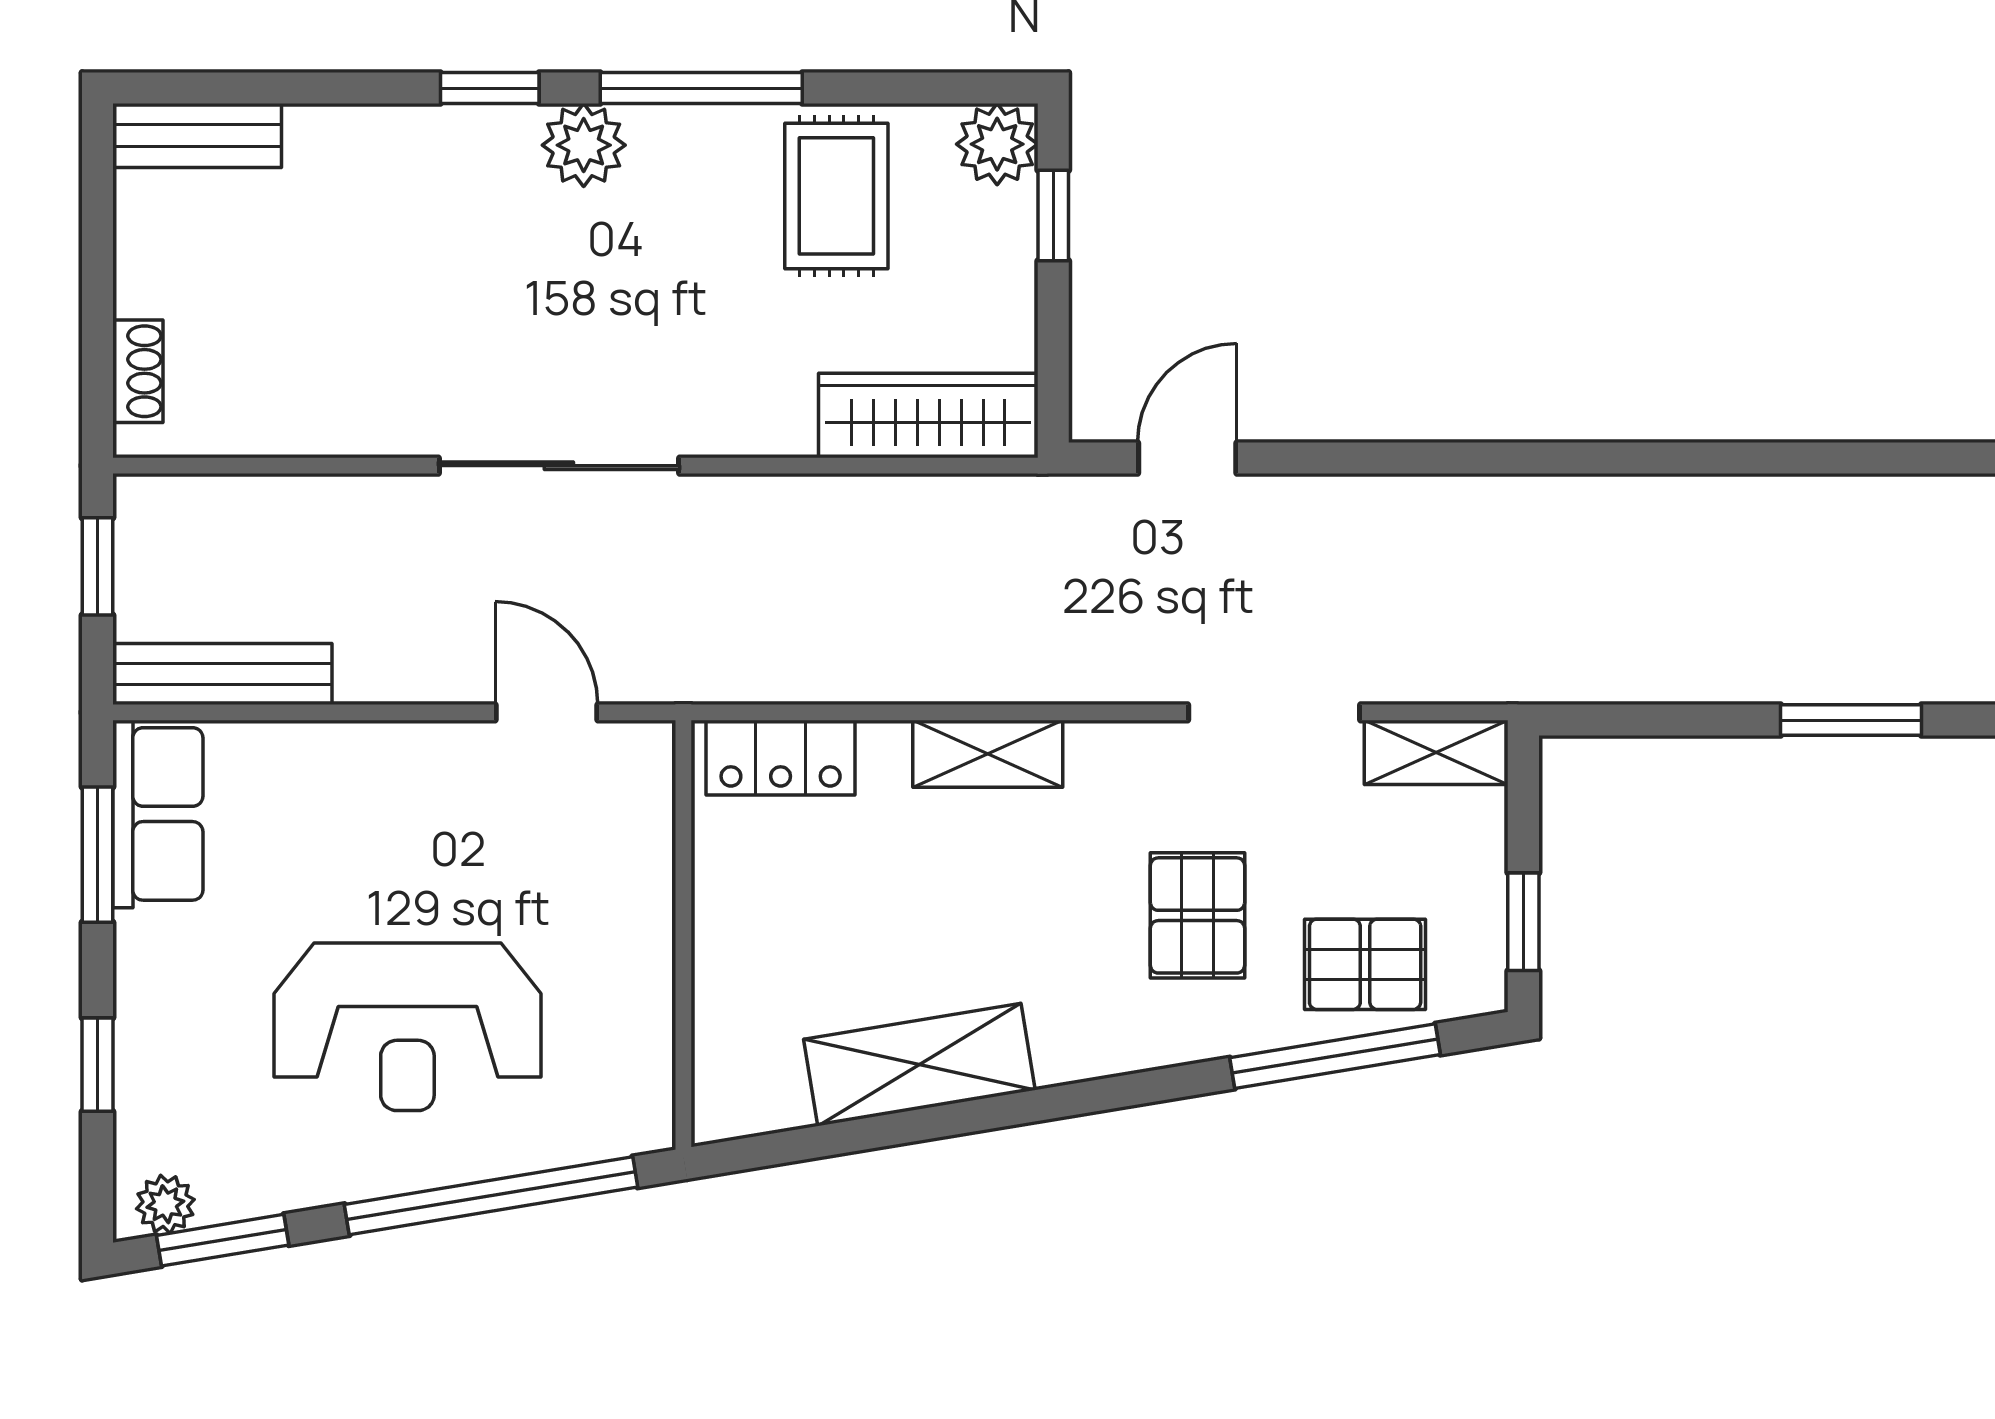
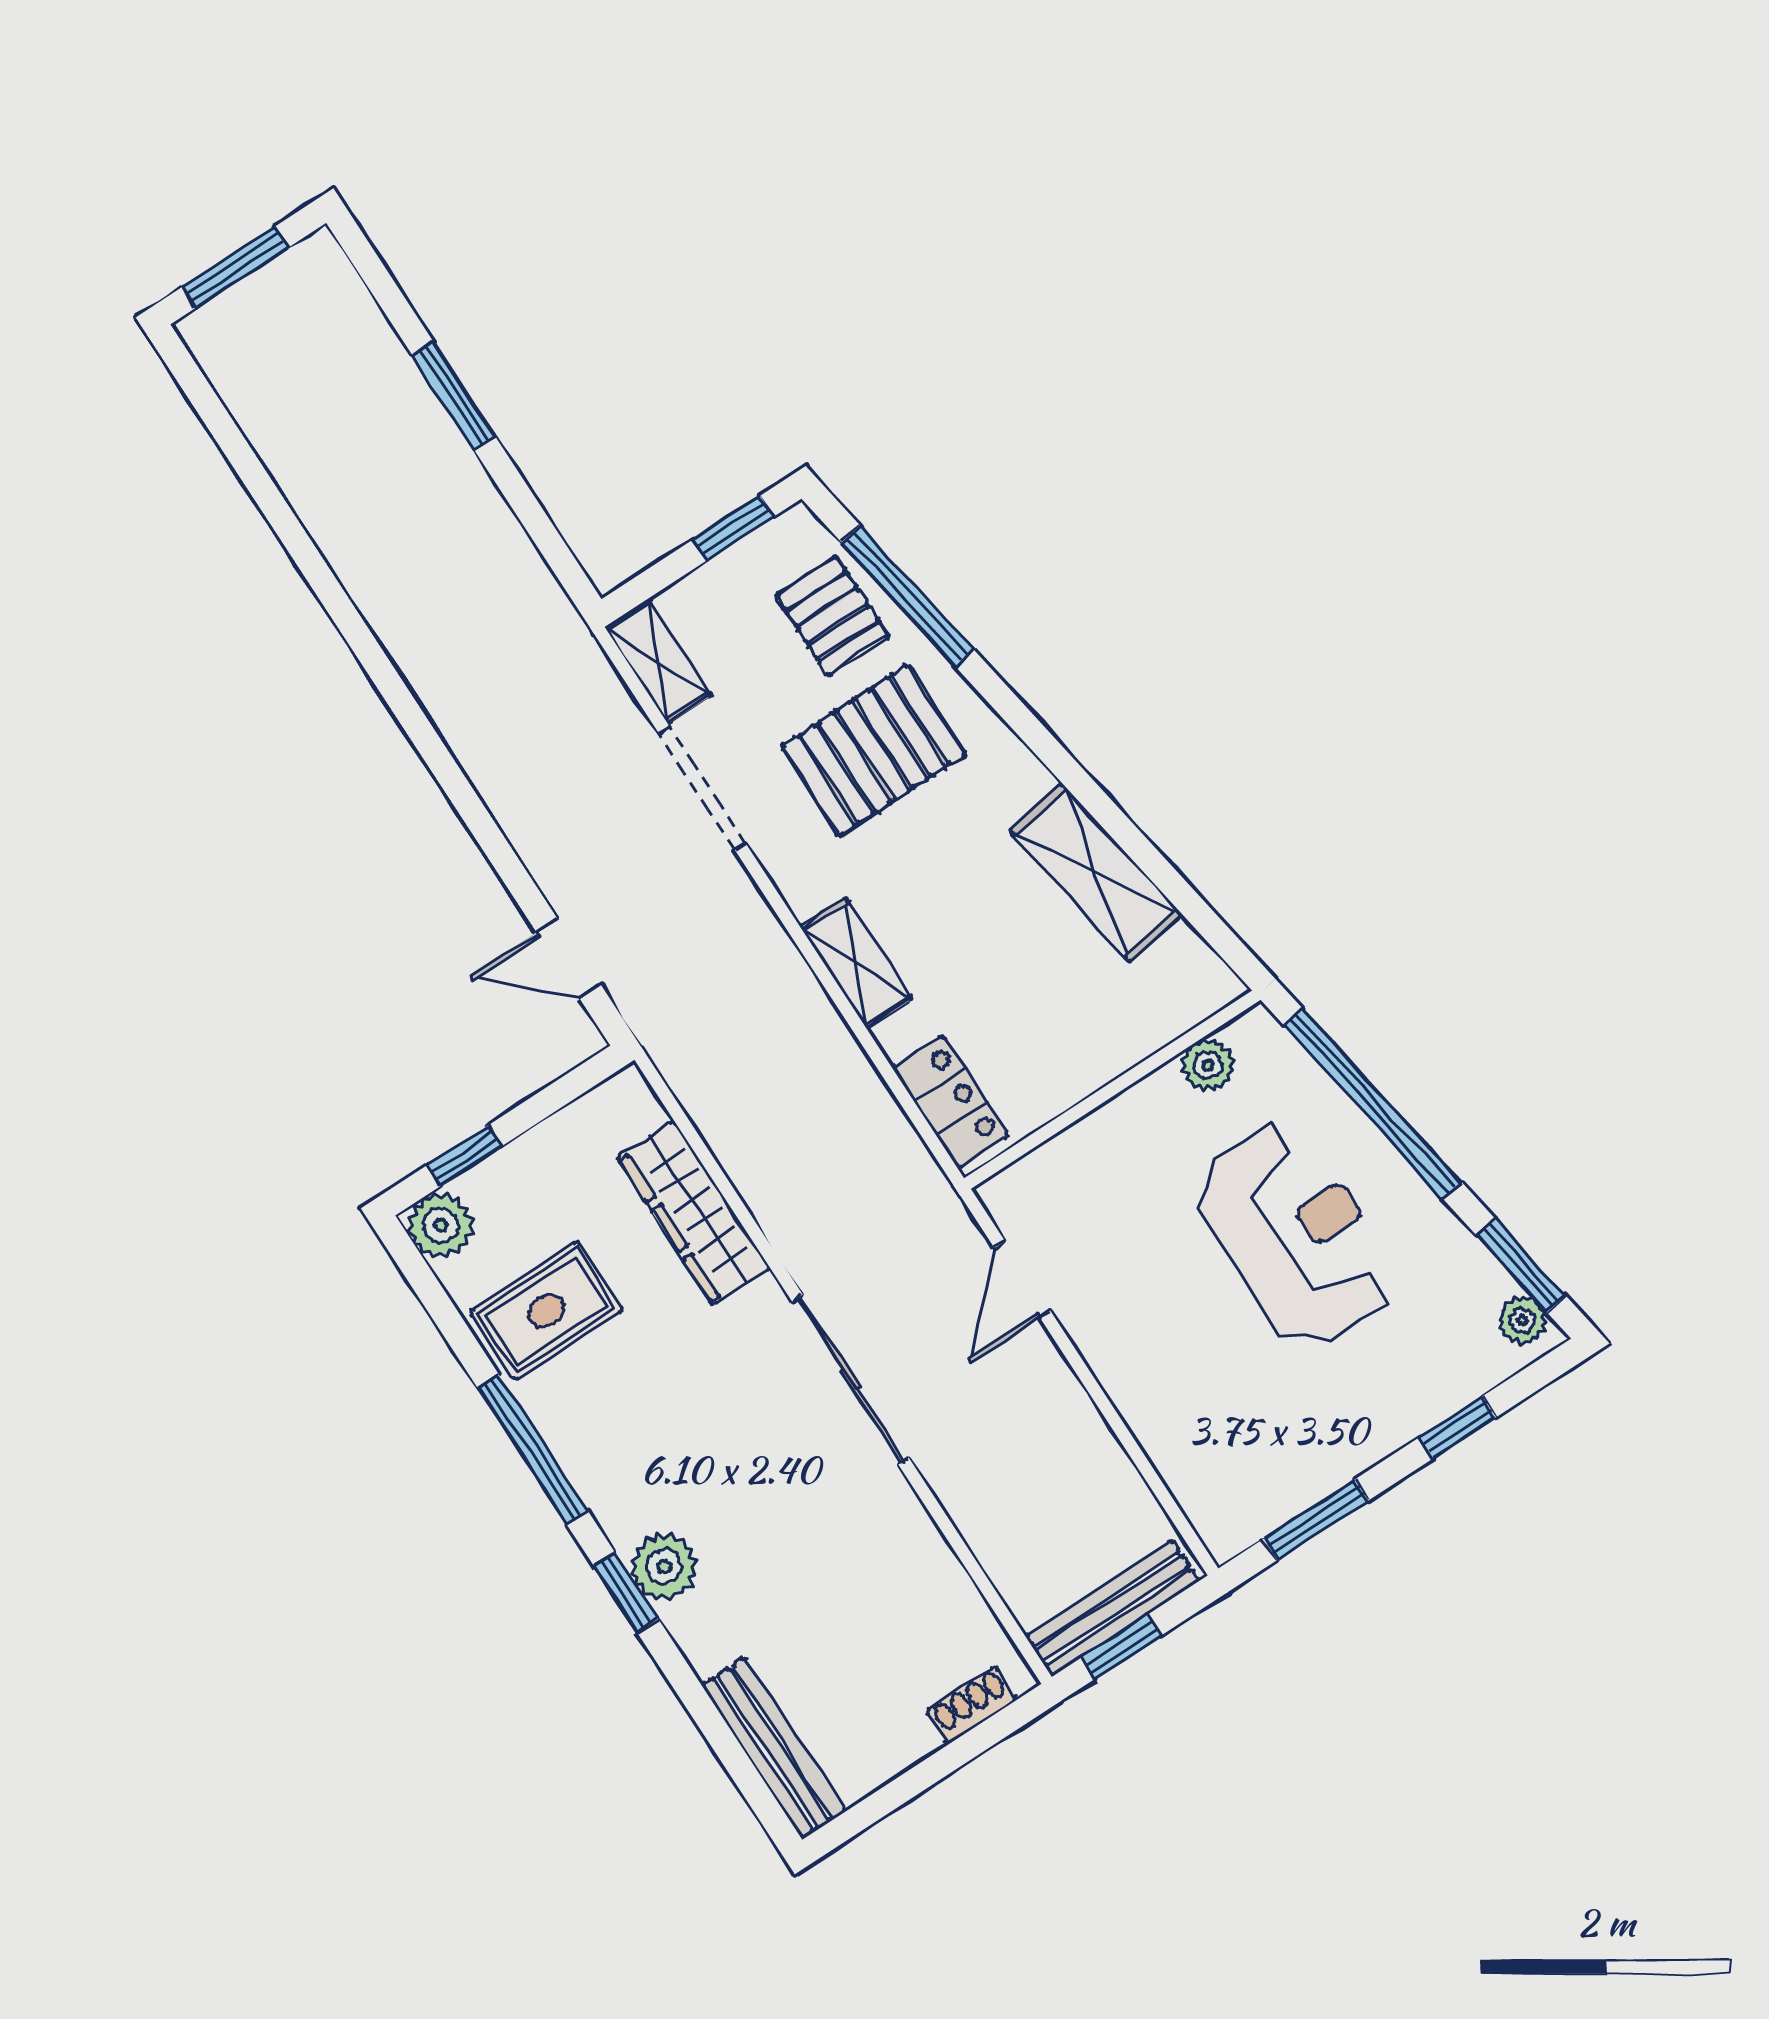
bench: (197, 136) -> (773, 1748), width x1.36
plant: (584, 145) -> (664, 1567), moved
wardrobe: (928, 416) -> (693, 1213), moved
bench: (222, 674) -> (1112, 1608), moved, turned 90
row of seats: (158, 814) -> (1262, 1497), removed
pallet: (1198, 915) -> (873, 751), width x1.50, depth x1.42
plant: (643, 1050) -> (1208, 1065), added

